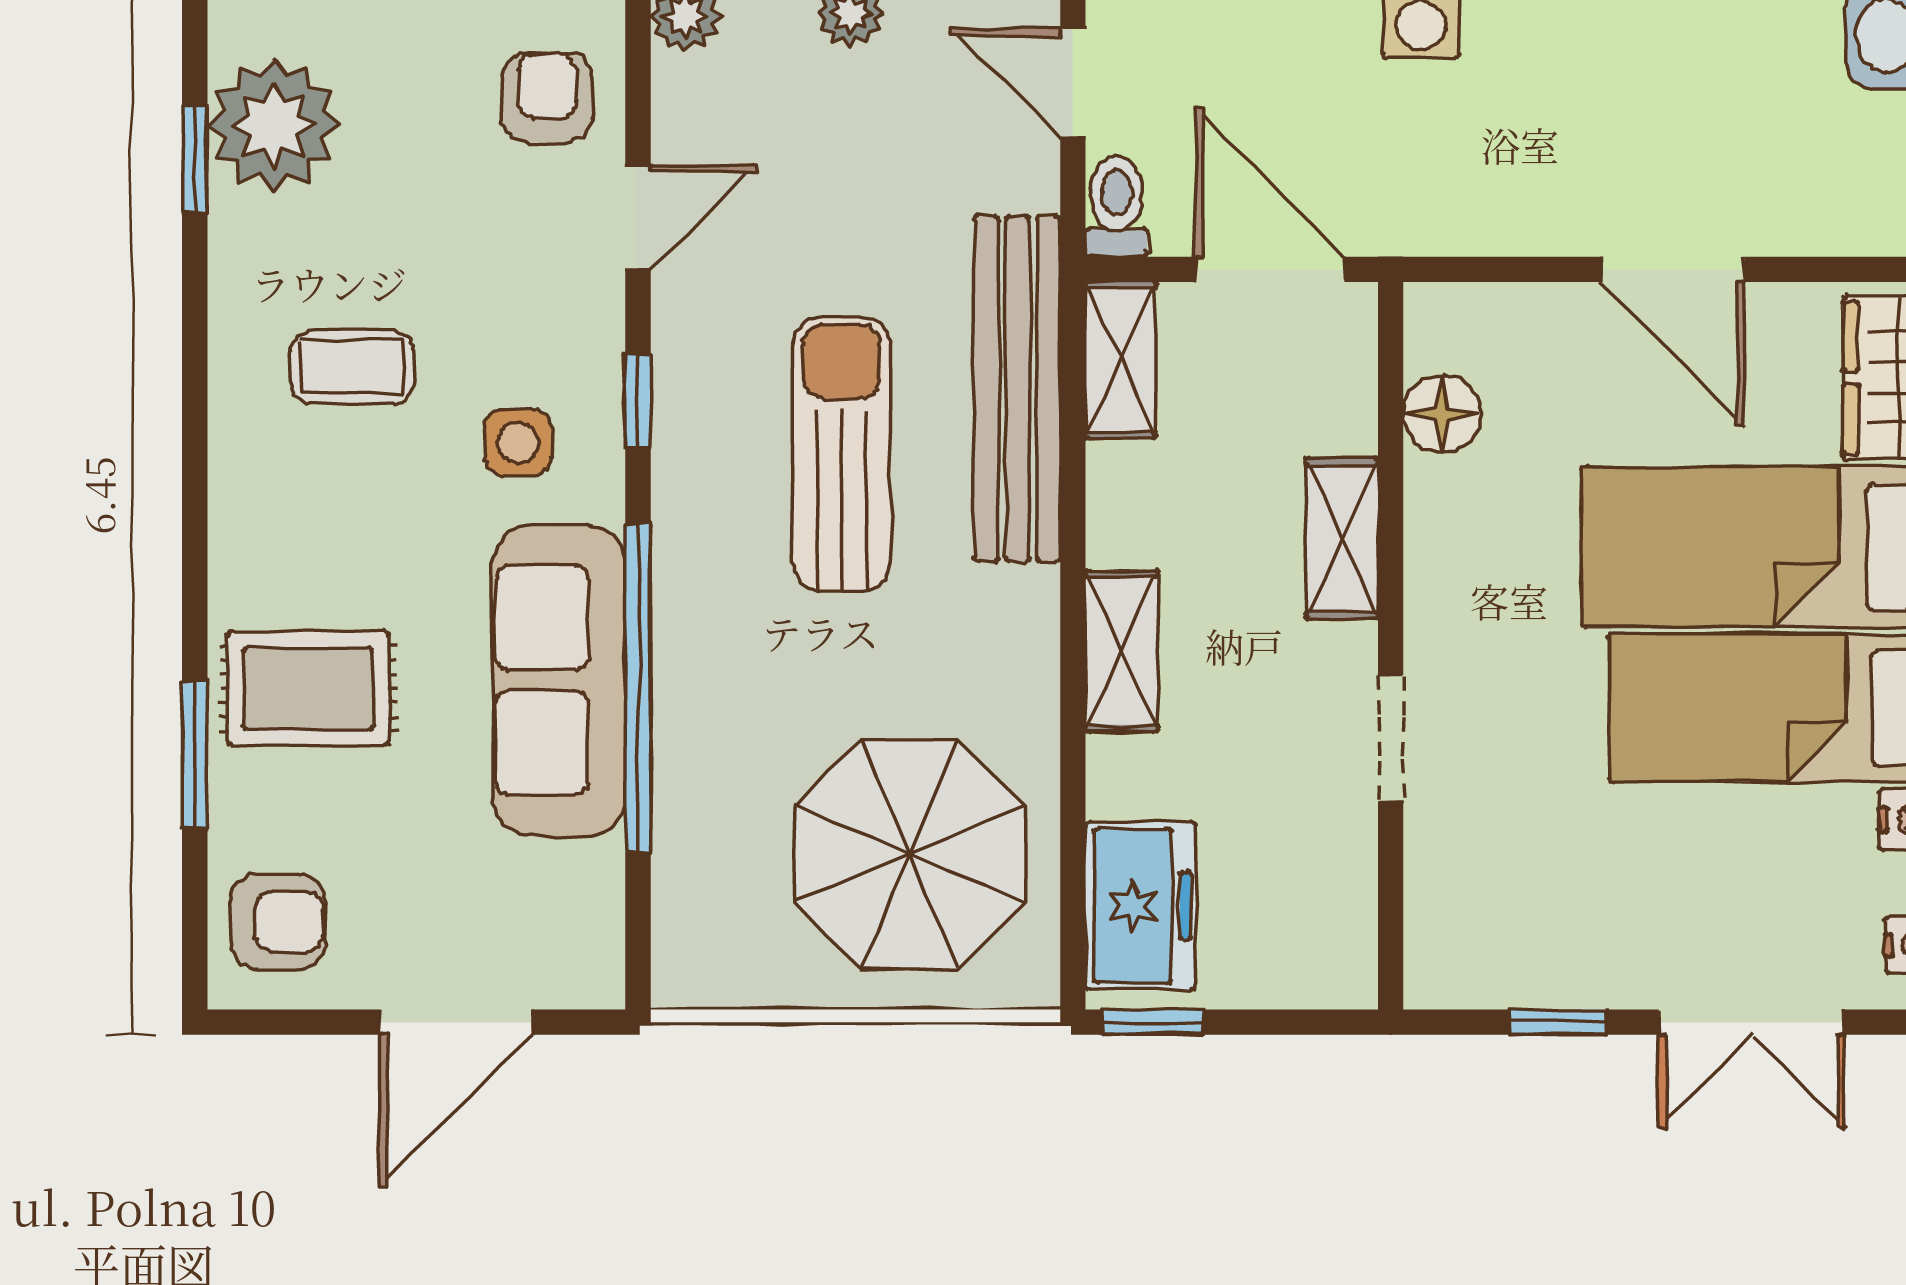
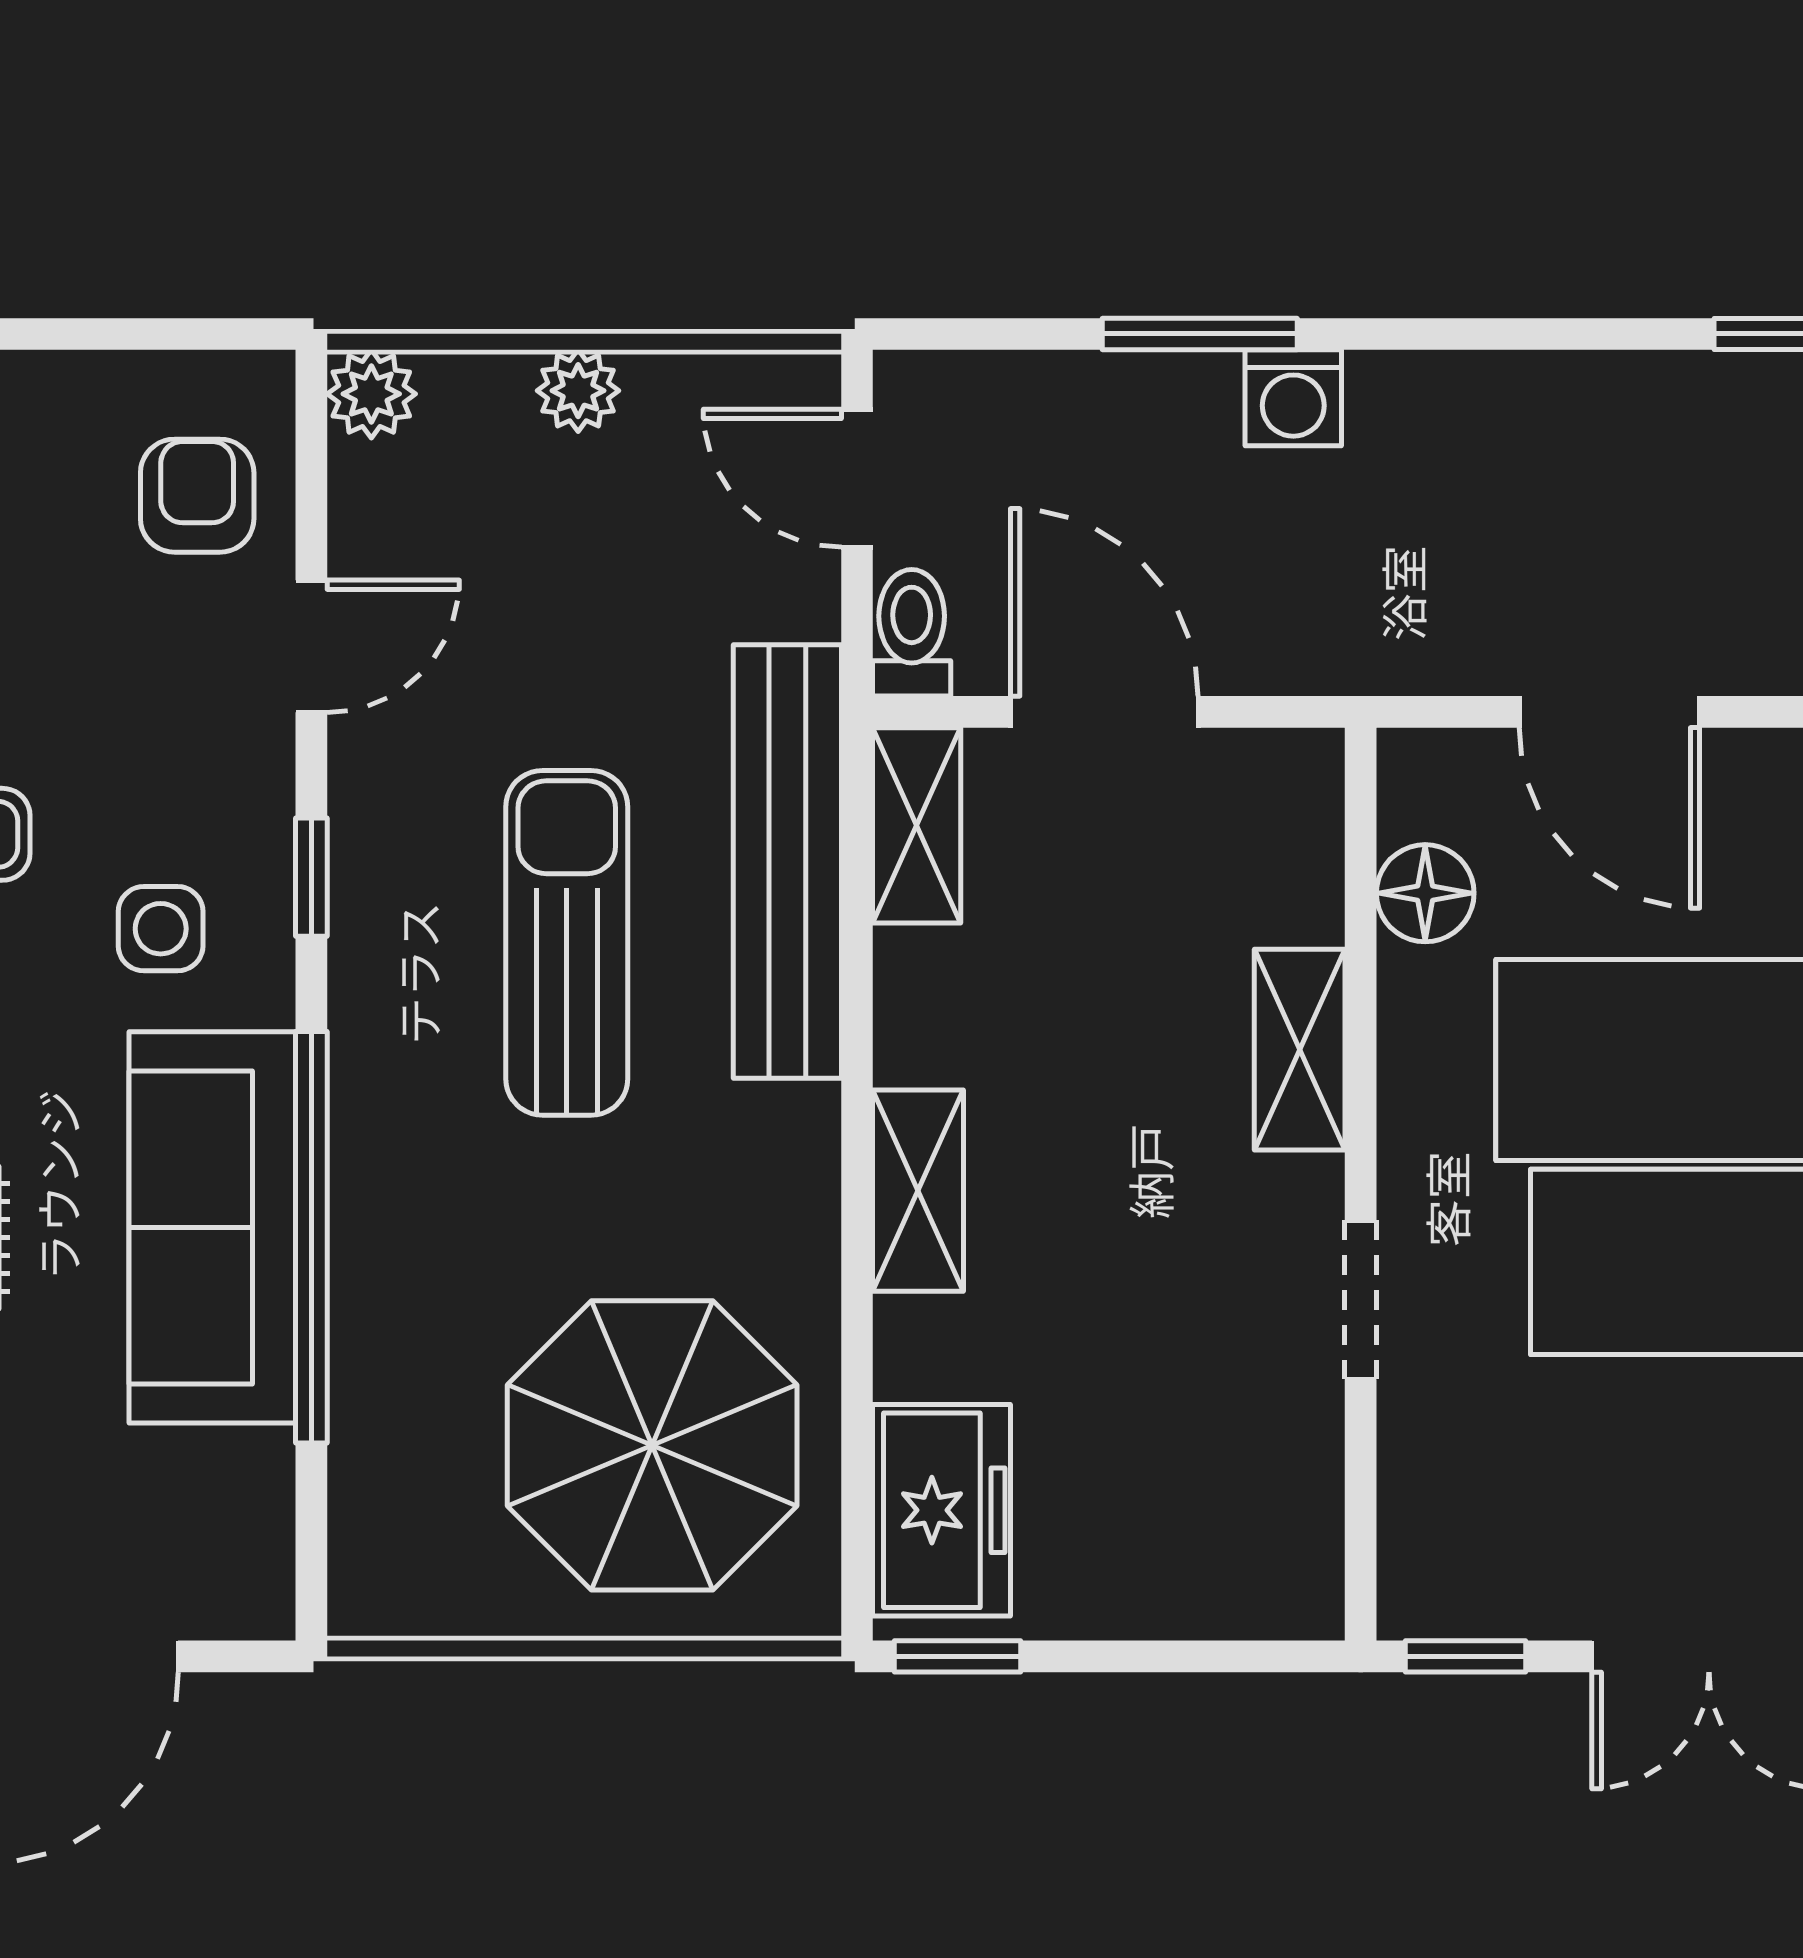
floor lamp: (1442, 414) -> (1425, 893), moved
shelving: (1342, 539) -> (1300, 1050), moved
wall: (1391, 646) -> (1361, 1184), moved
doorway: (1391, 738) -> (1361, 1300), moved

